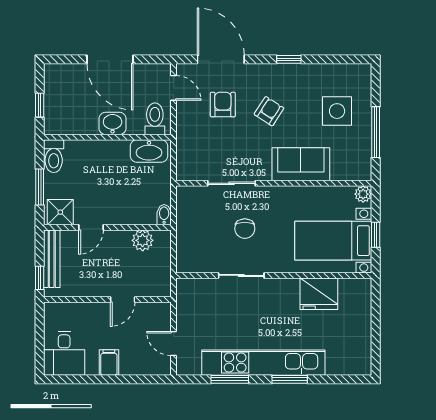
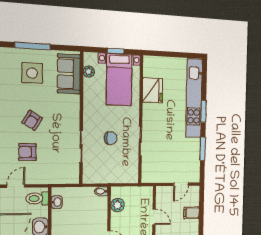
armchair: (269, 111) -> (32, 120), turned -91
window: (376, 132) -> (33, 46), moved
washbasin: (149, 151) -> (57, 202), width x0.52, depth x0.69
sofa: (301, 164) -> (69, 74), moved
plant: (363, 194) -> (89, 72), moved
filing cabinet: (109, 362) -> (191, 213), moved
kitchen unit: (263, 363) -> (194, 98), moved

